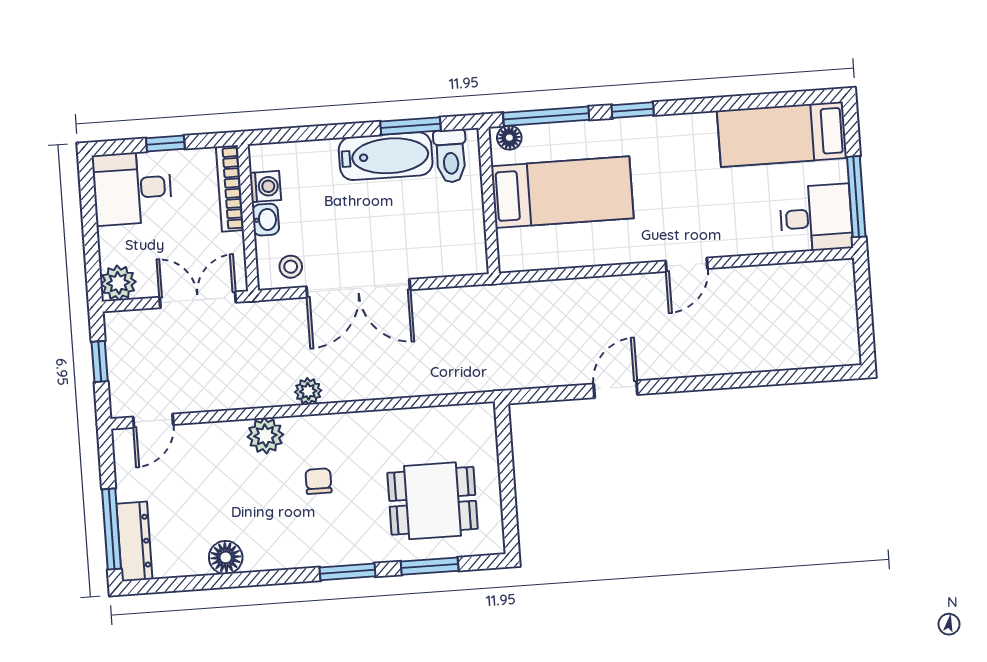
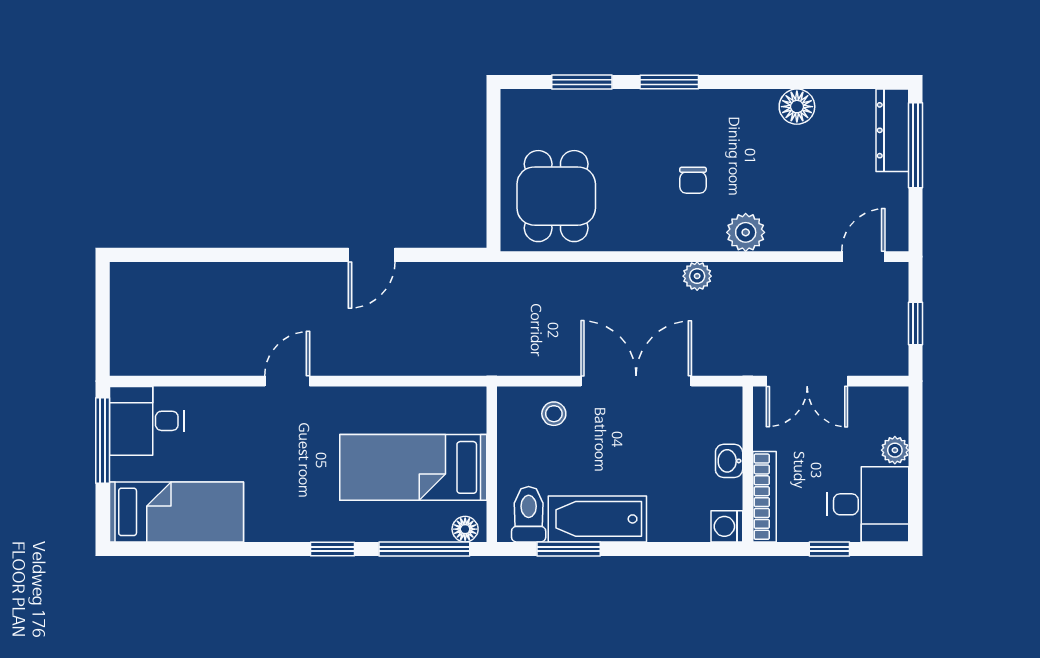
washing machine: (265, 186) -> (727, 526), moved
stool: (291, 267) -> (554, 414), moved
plant: (118, 283) -> (895, 450), moved, width x0.73, depth x0.73
dining table: (433, 501) -> (556, 196), moved, turned 90

